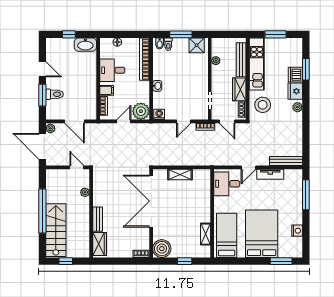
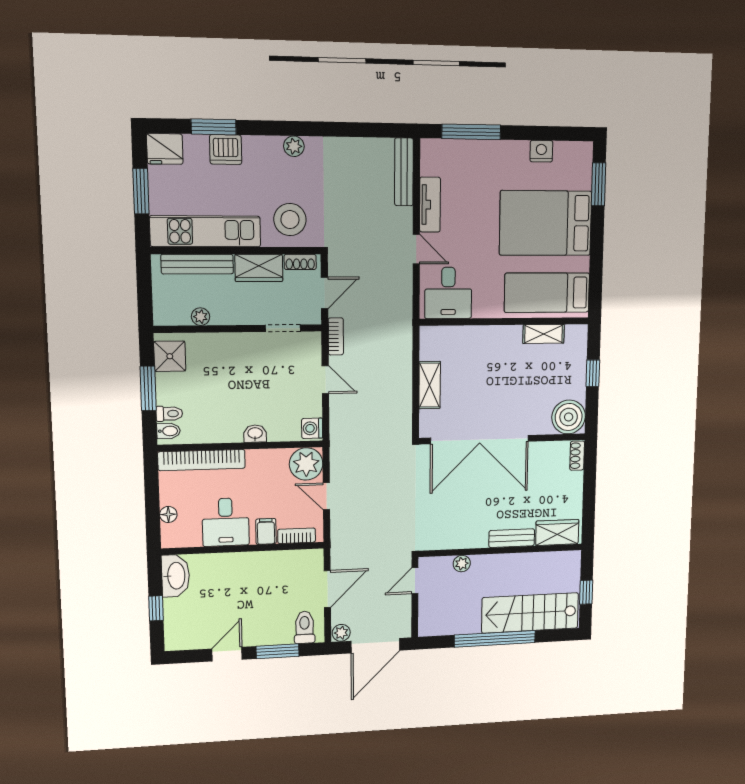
fridge: (295, 91) -> (165, 149), moved
toilet: (54, 94) -> (305, 627), moved

